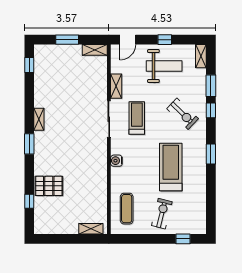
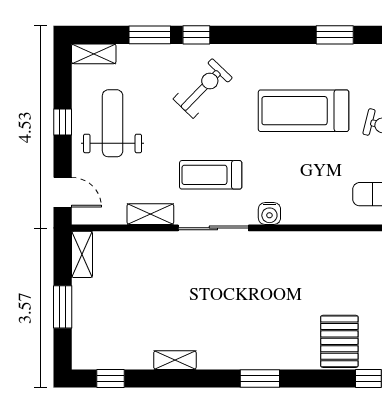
shelving: (39, 119) -> (175, 360), moved
window: (211, 154) -> (335, 35), moved
water cooler: (116, 161) -> (269, 214), moved

